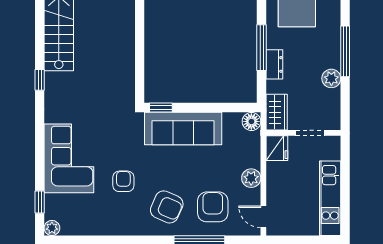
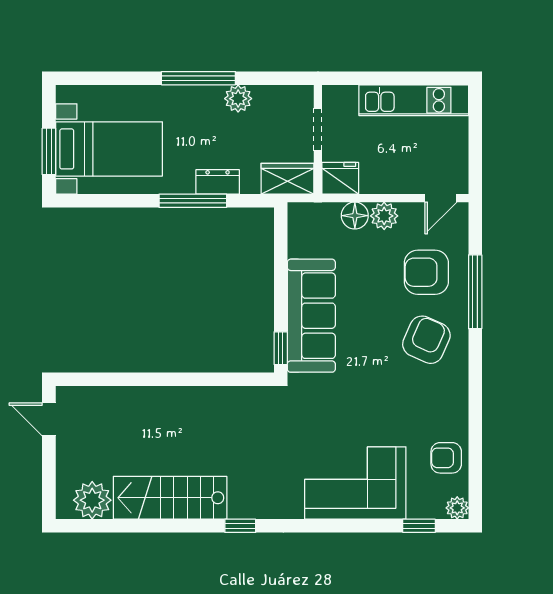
floor lamp: (251, 121) -> (355, 216), moved
armchair: (123, 181) -> (446, 458), moved

